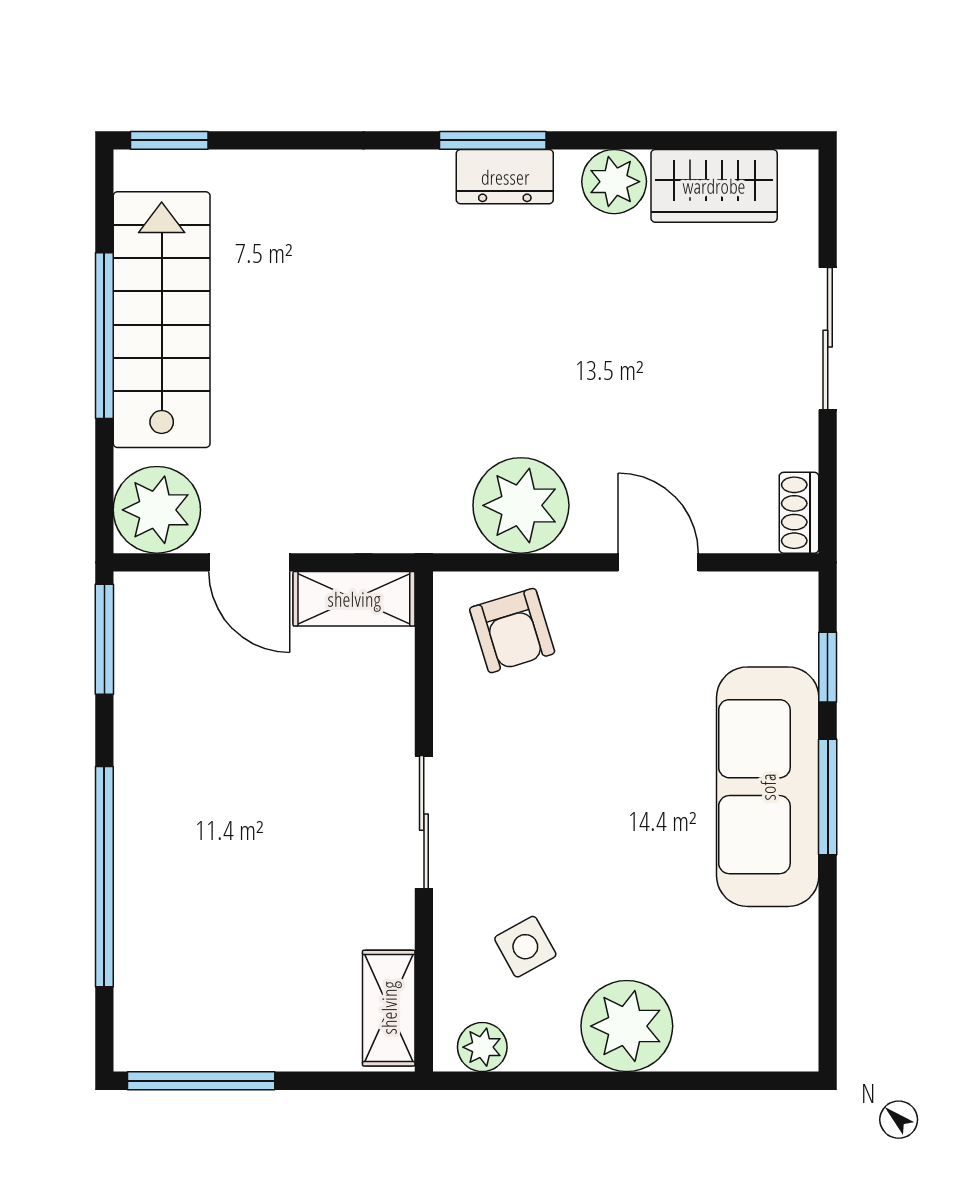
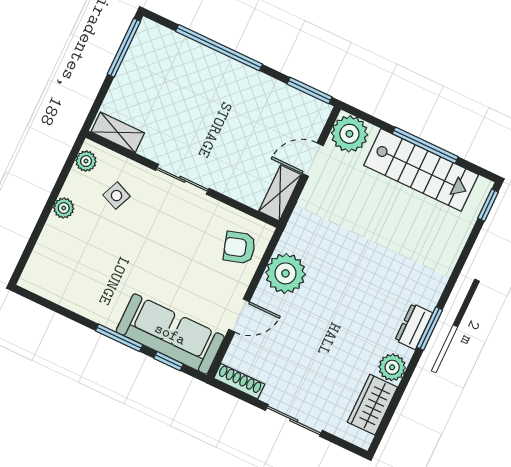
shoe rack: (799, 513) -> (239, 381), width x1.43
sofa: (768, 787) -> (170, 334), moved
side table: (525, 947) -> (117, 196), turned -38
plant: (627, 1026) -> (64, 208), width x0.53, depth x0.53

